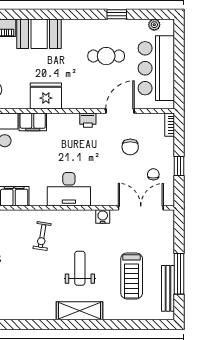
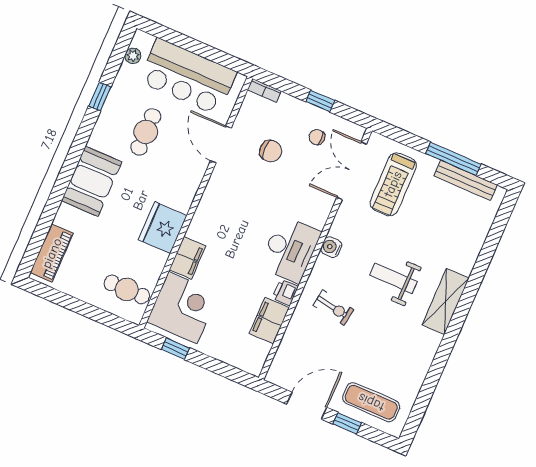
booth: (39, 34) -> (92, 181), moved
printer: (88, 120) -> (285, 292), moved, turned 180
water cooler: (103, 217) -> (331, 247), moved
treadmill: (132, 276) -> (393, 184), moved, turned 90

